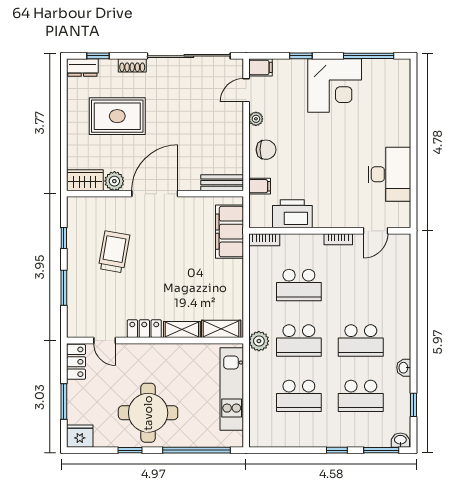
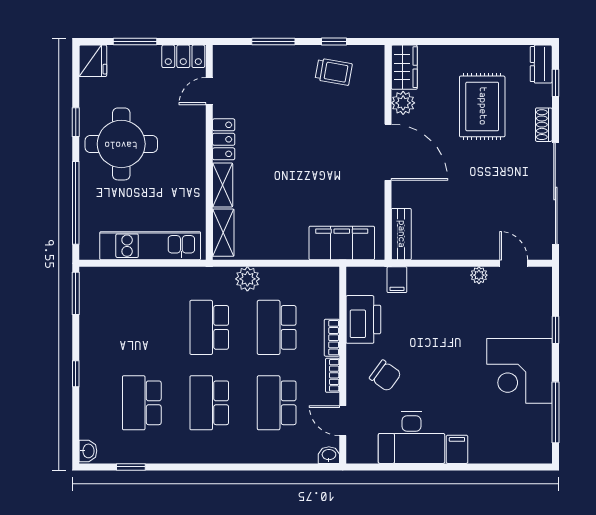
filing cabinet: (261, 67) -> (457, 449), moved, turned 180
chair: (266, 150) -> (385, 376), moved, turned -54
bookcase: (264, 240) -> (332, 338), moved
trolley: (114, 252) -> (334, 72), moved, width x0.73, depth x0.72
plant: (259, 341) -> (247, 279), moved
washbasin: (404, 368) -> (329, 455), moved
school desk: (299, 396) -> (277, 403), moved
window: (381, 450) -> (76, 293), moved

